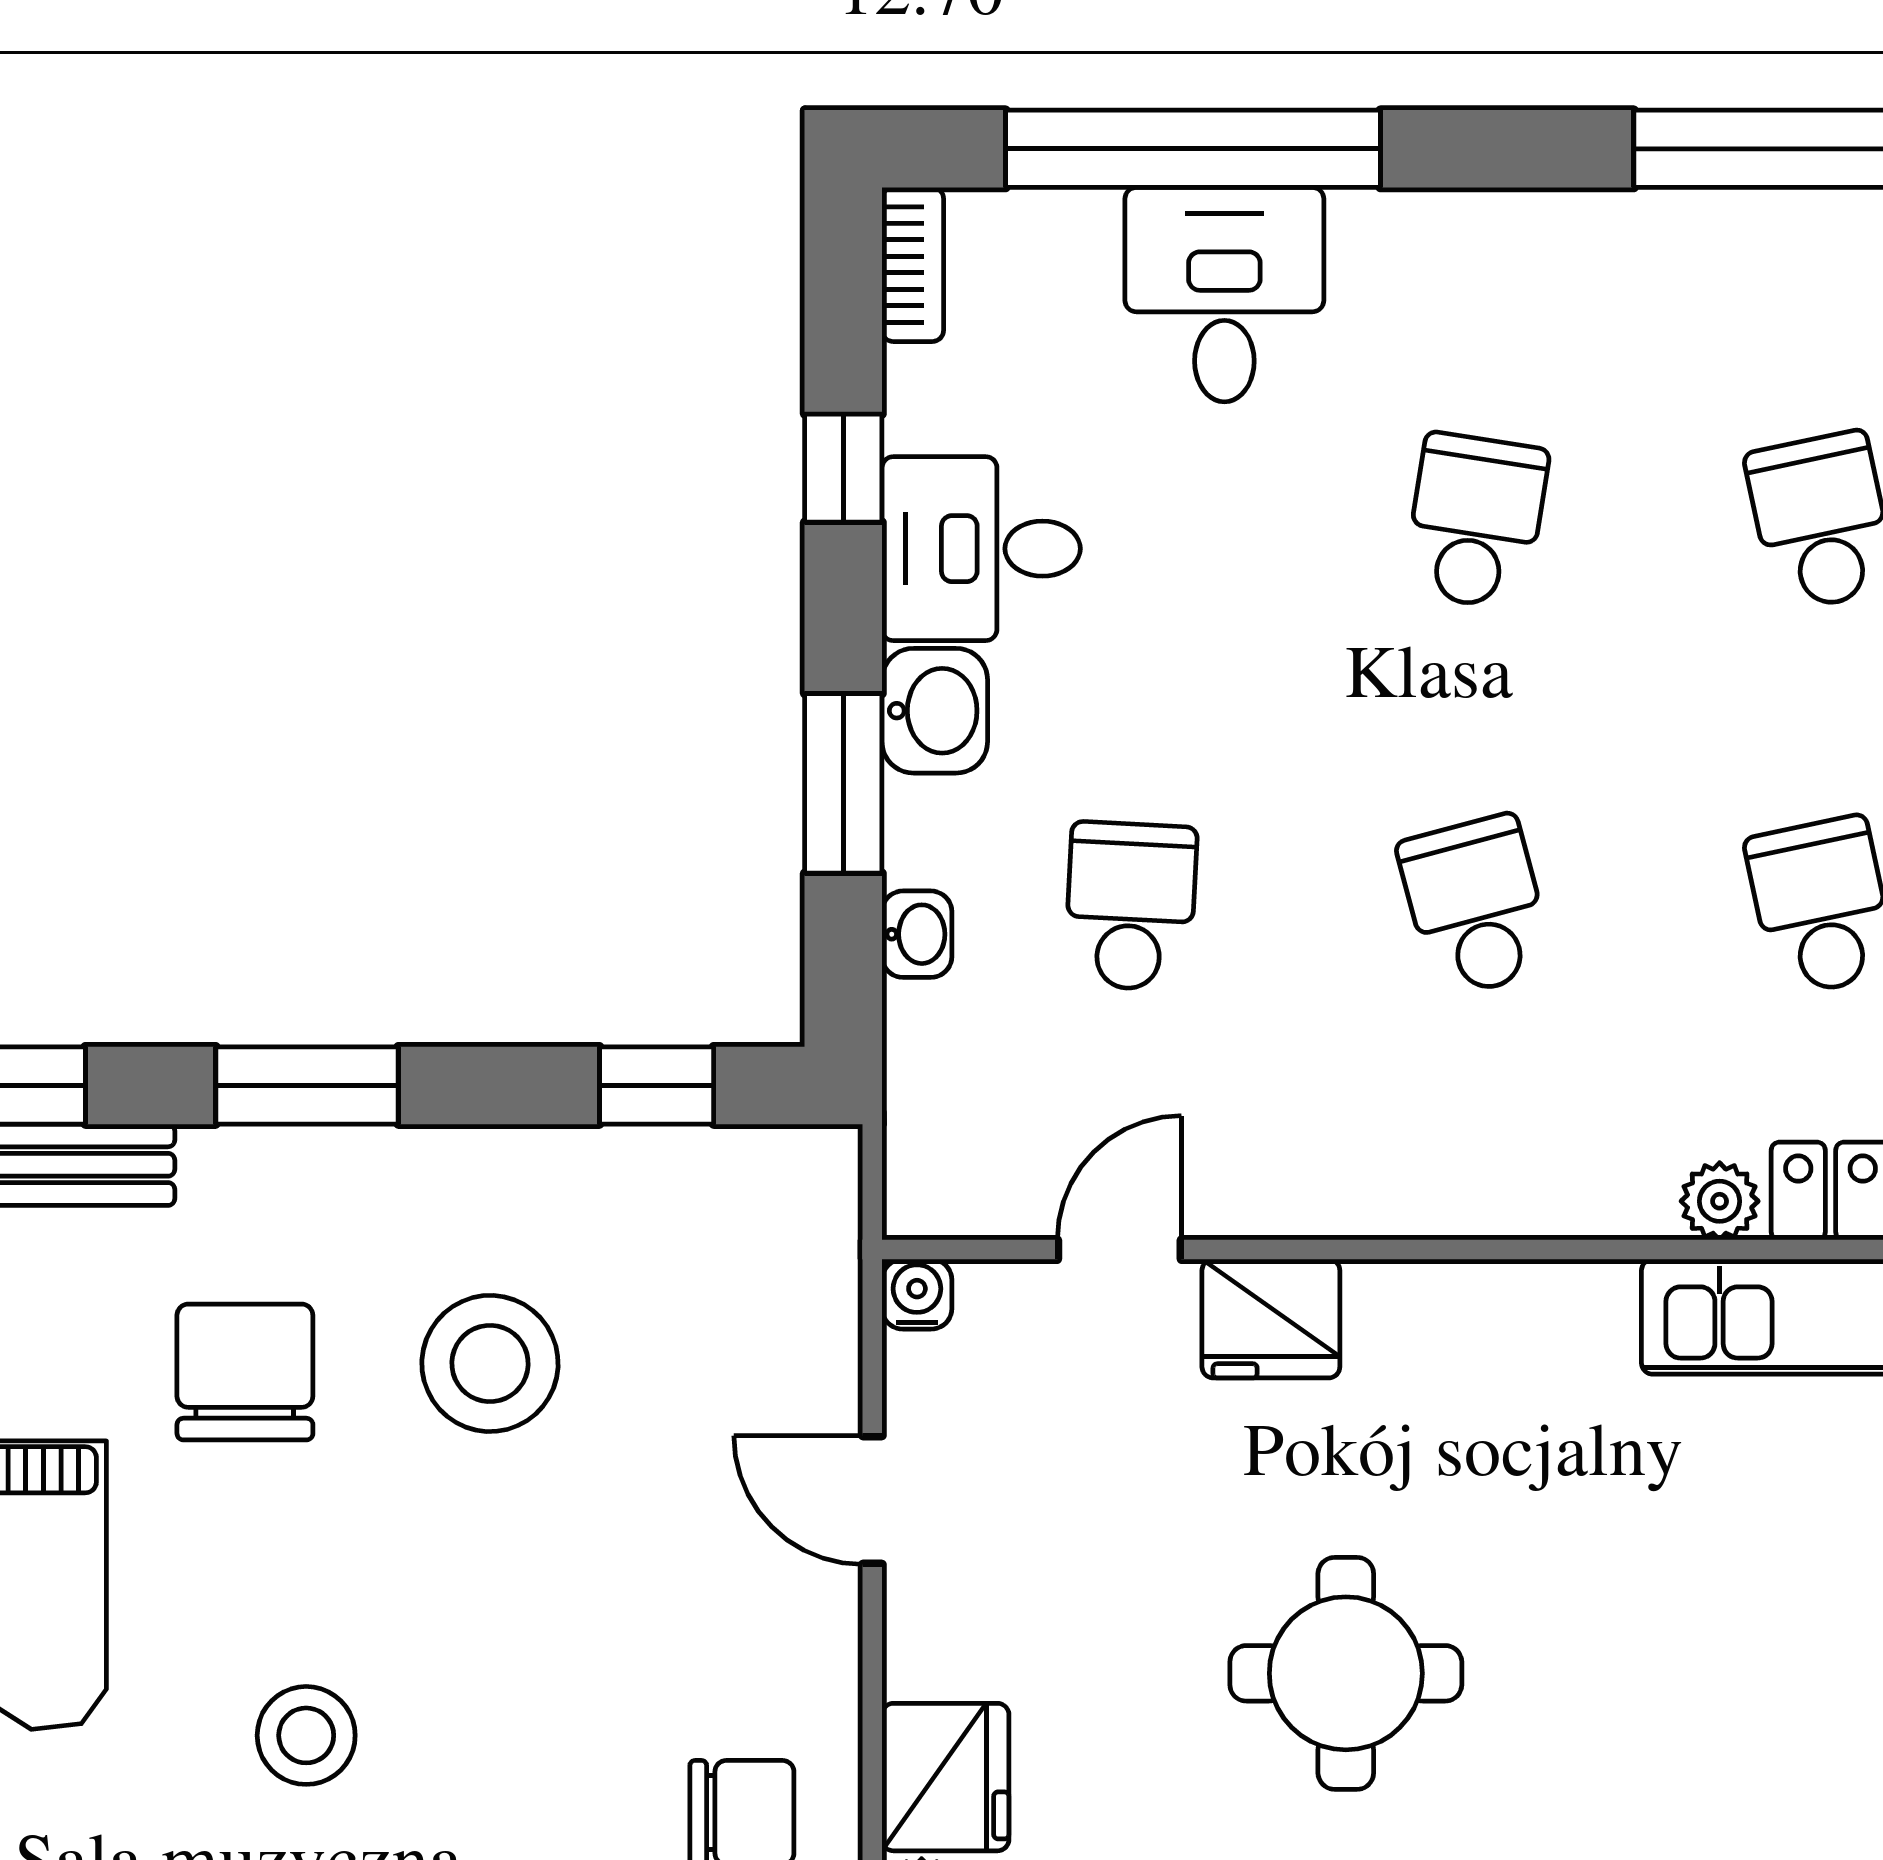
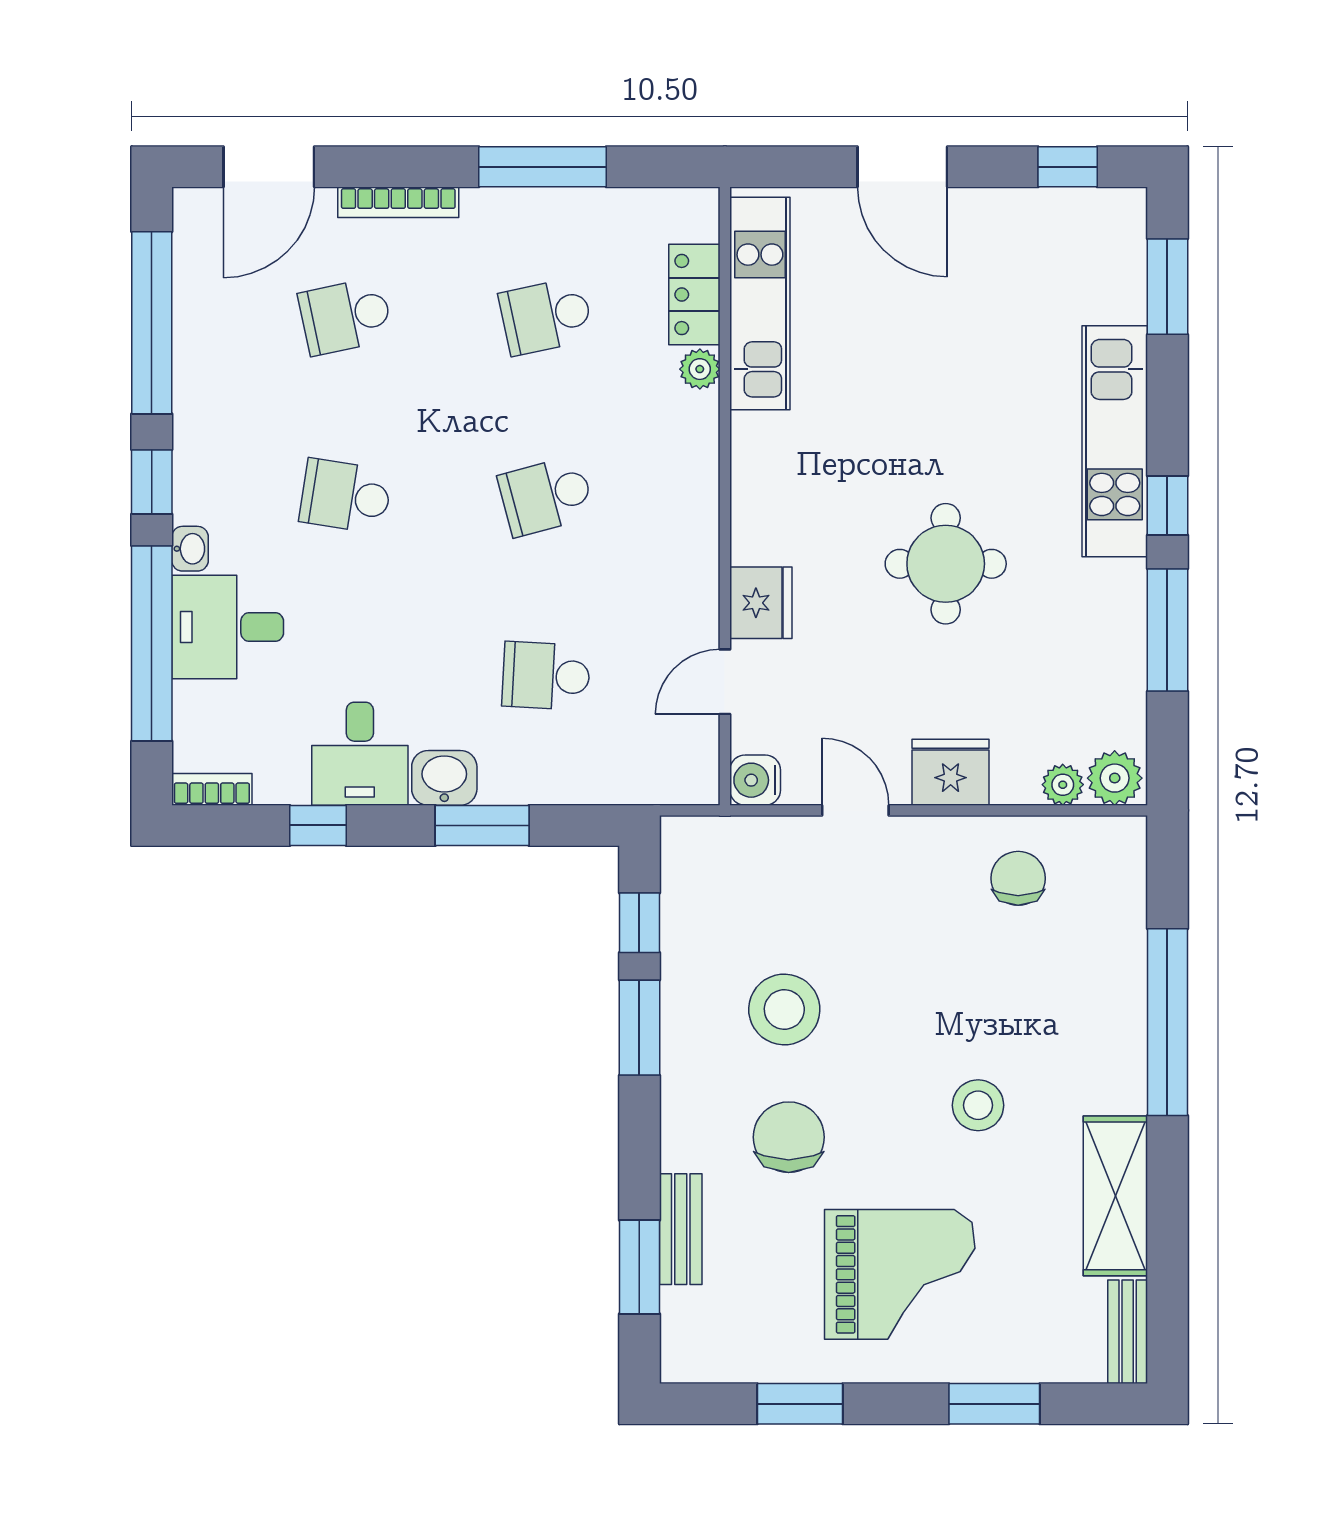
window: (1503, 149) -> (152, 482), added
washbasin: (917, 934) -> (190, 549), moved, turned 90
window: (307, 1085) -> (639, 1028), moved
door: (1119, 1250) -> (725, 682), hinge flipped
water cooler: (917, 1294) -> (755, 780), width x1.38, depth x1.38
chair: (245, 1372) -> (789, 1137), turned 90
door: (872, 1500) -> (855, 810), swing flipped
fridge: (945, 1777) -> (951, 772), moved

